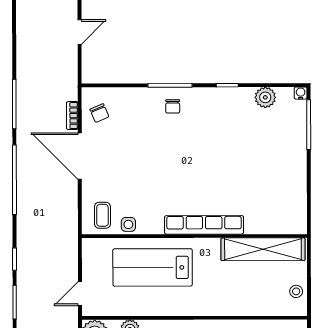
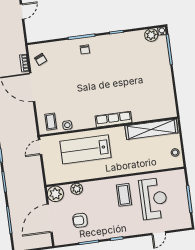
plant: (265, 97) -> (151, 35), moved
row of seats: (204, 225) -> (114, 119), width x0.73
door: (80, 294) -> (40, 147), moved

